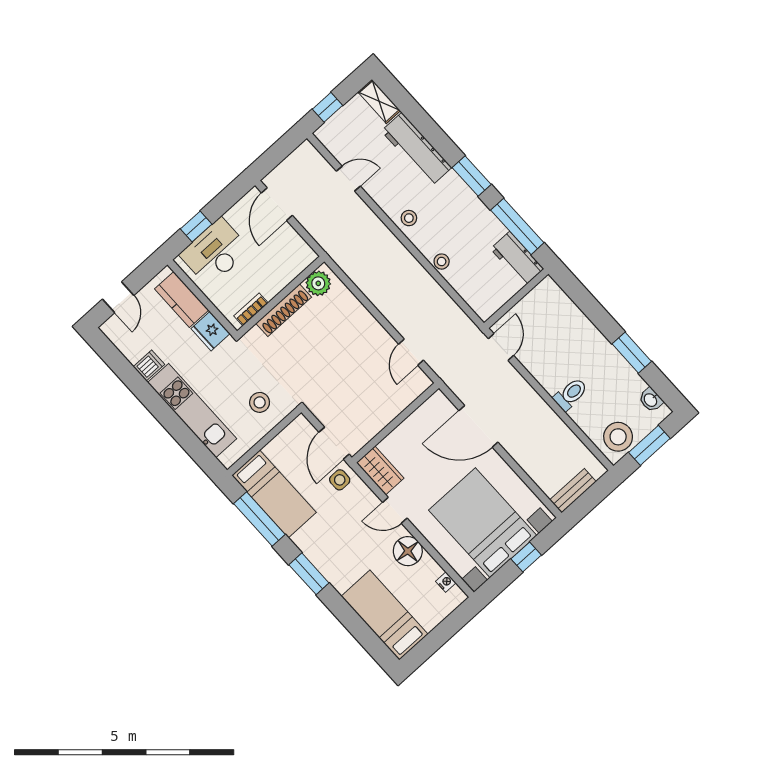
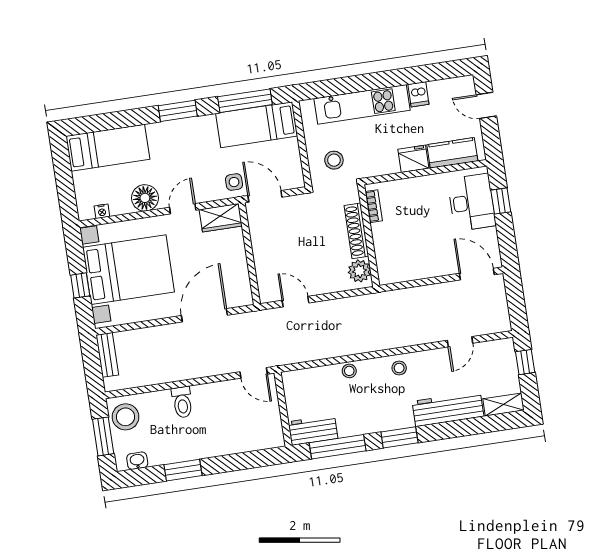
plant: (318, 283) -> (359, 271), moved
wall: (281, 296) -> (369, 236), moved
bookcase: (251, 309) -> (374, 206), moved
shoe rack: (284, 310) -> (356, 231), moved

